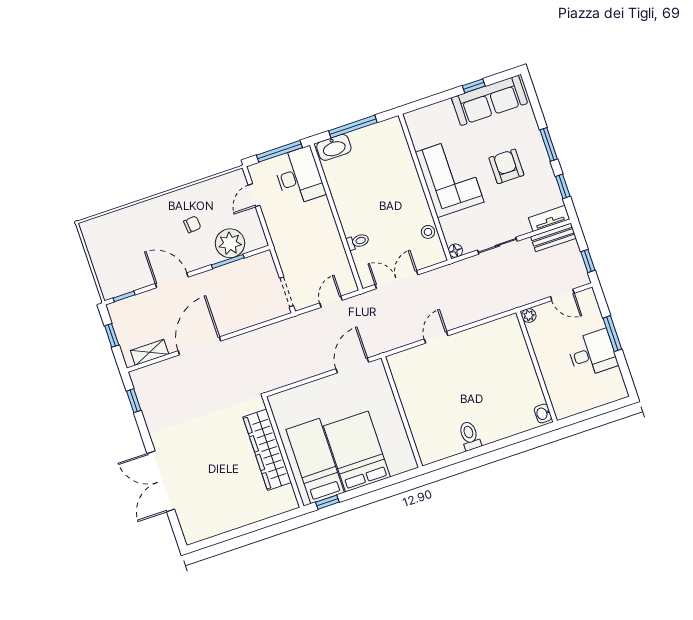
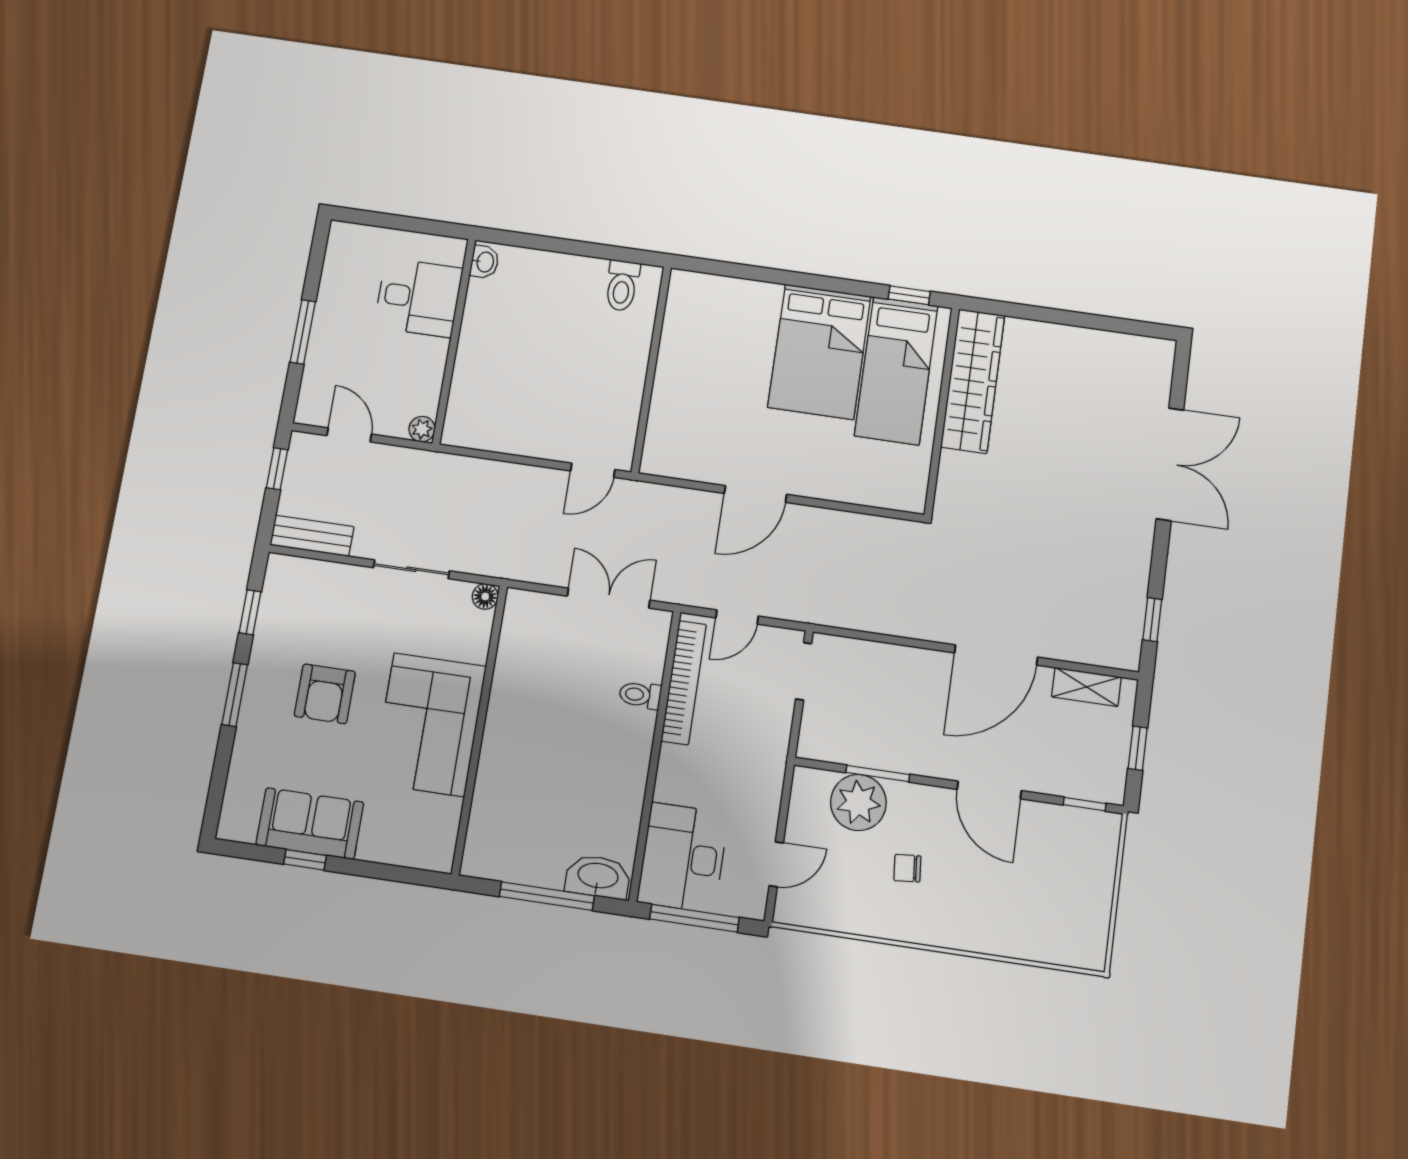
sofa: (489, 100) -> (310, 824), width x0.73
tv unit: (549, 218) -> (302, 571), removed
stool: (428, 232) -> (514, 651), removed
bookcase: (340, 258) -> (684, 683), added
double door: (396, 280) -> (609, 598), swing flipped
desk: (592, 353) -> (418, 298), moved, turned 180
wall: (402, 412) -> (651, 369), moved
wardrobe: (267, 450) -> (973, 381), moved

